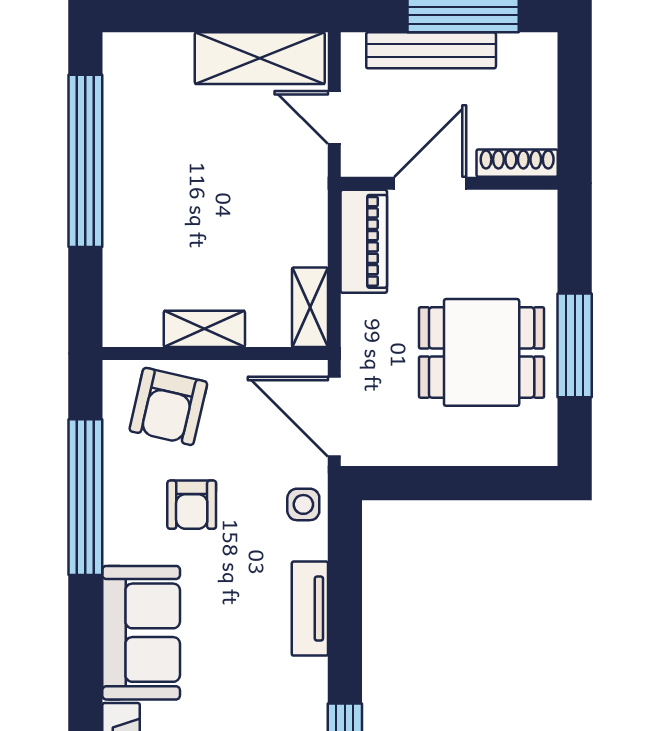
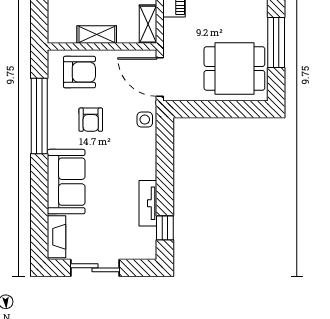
dining table: (482, 352) -> (234, 68), moved
armchair: (168, 406) -> (79, 72), turned -103
tv unit: (310, 609) -> (148, 203), moved

